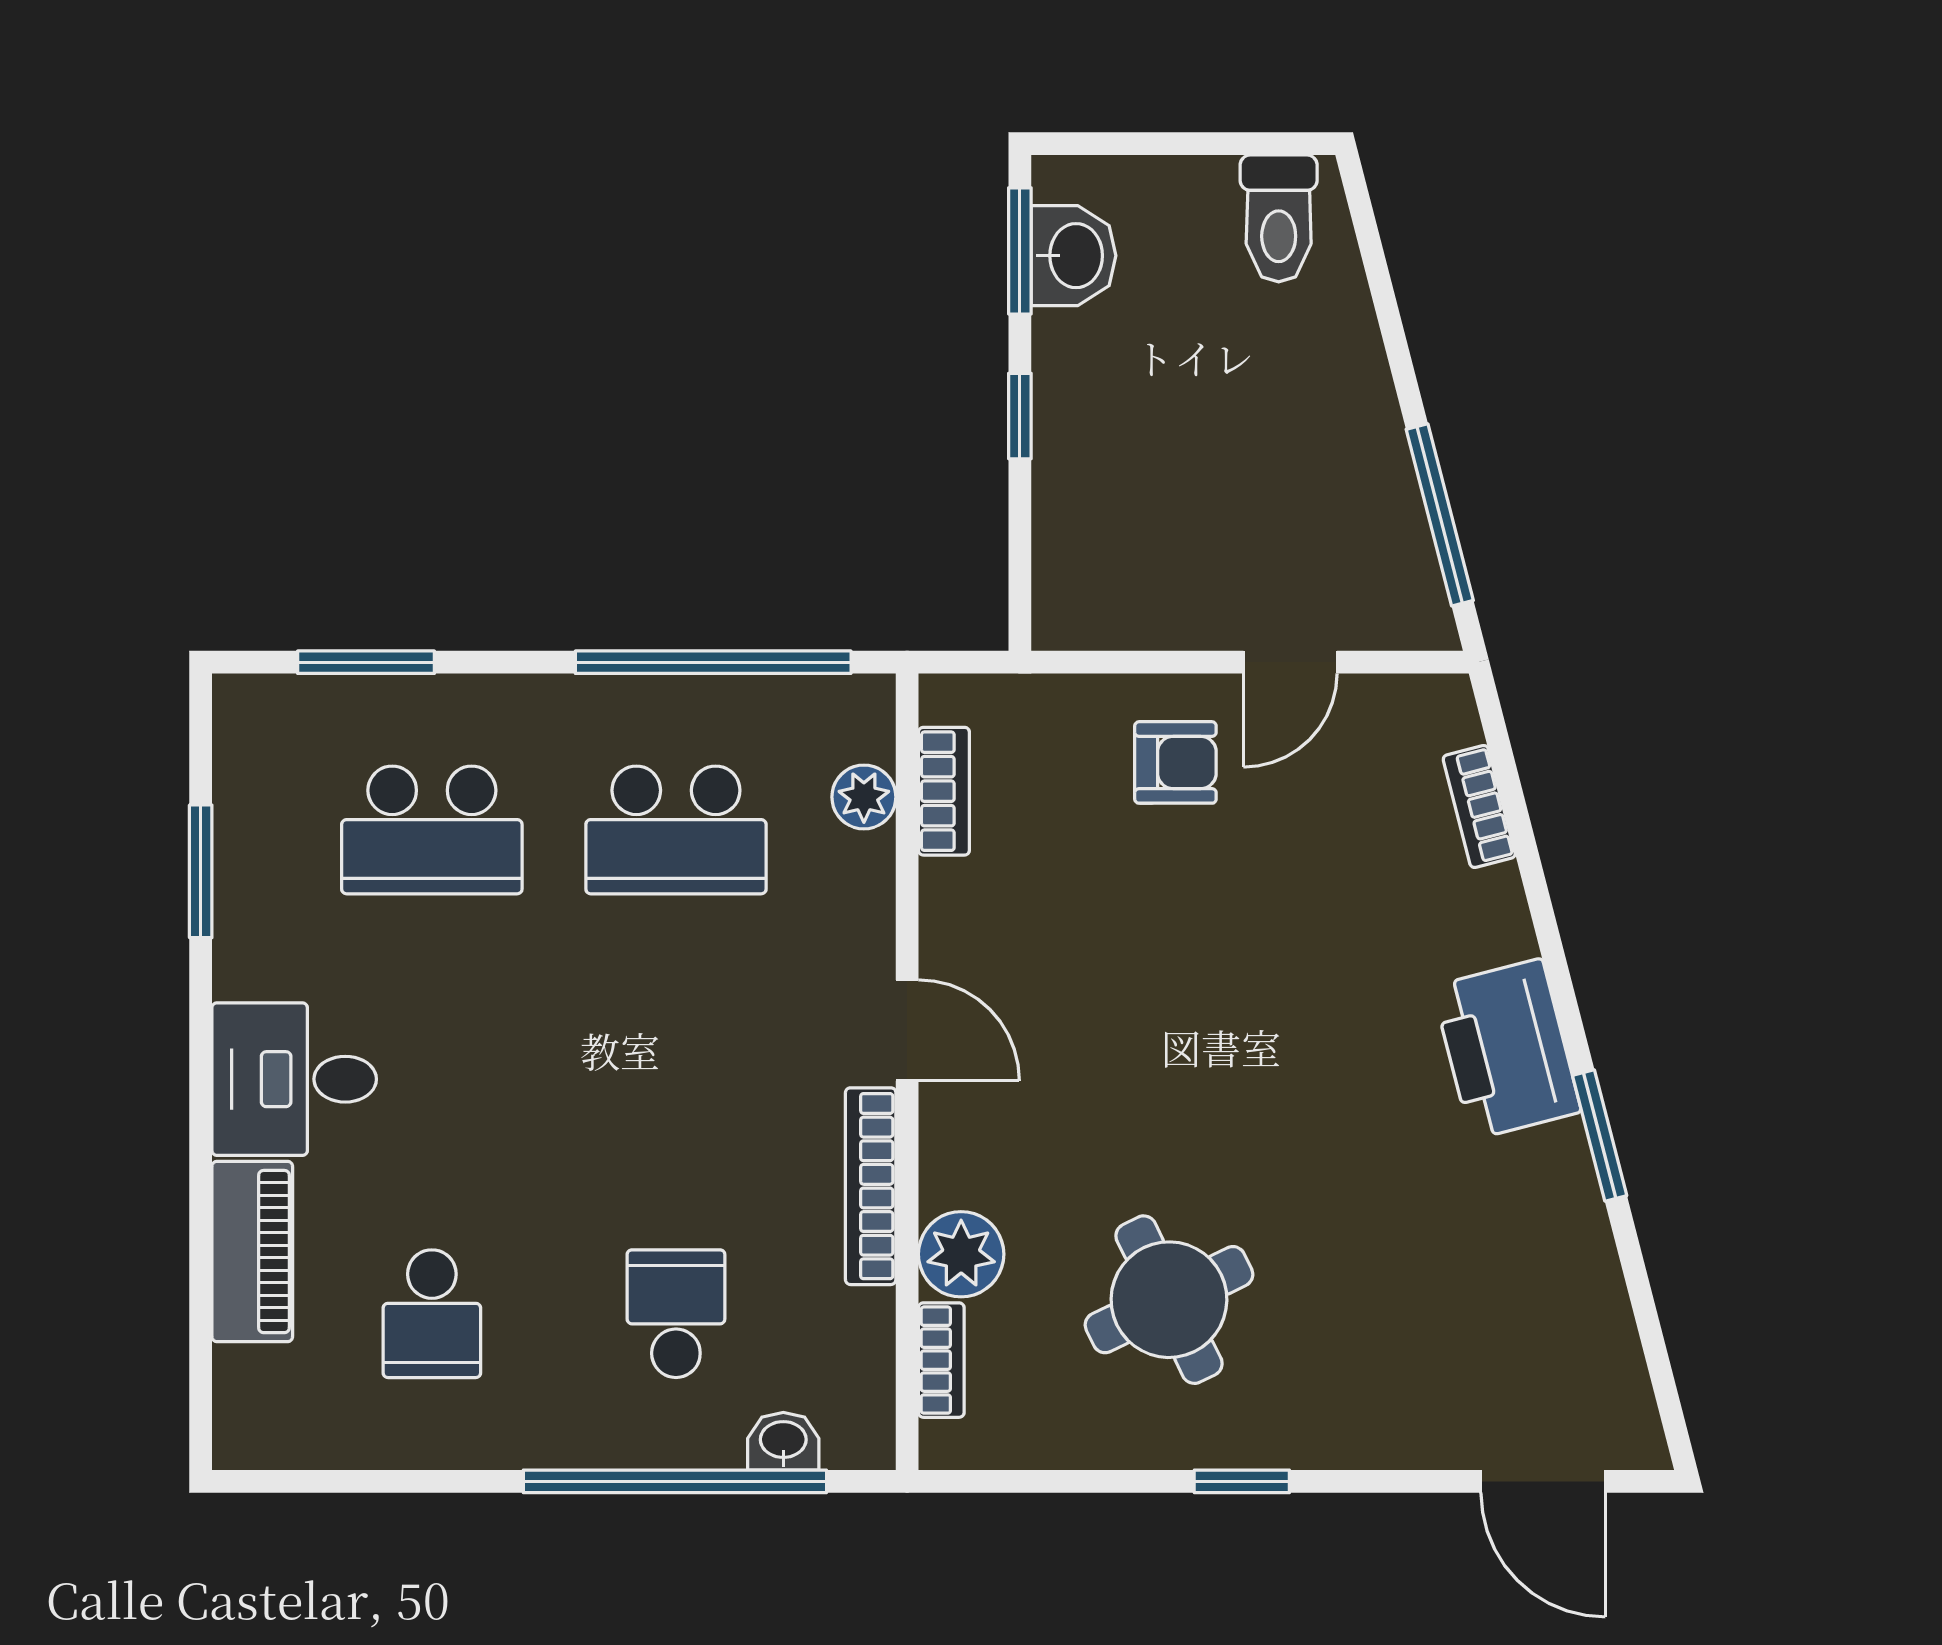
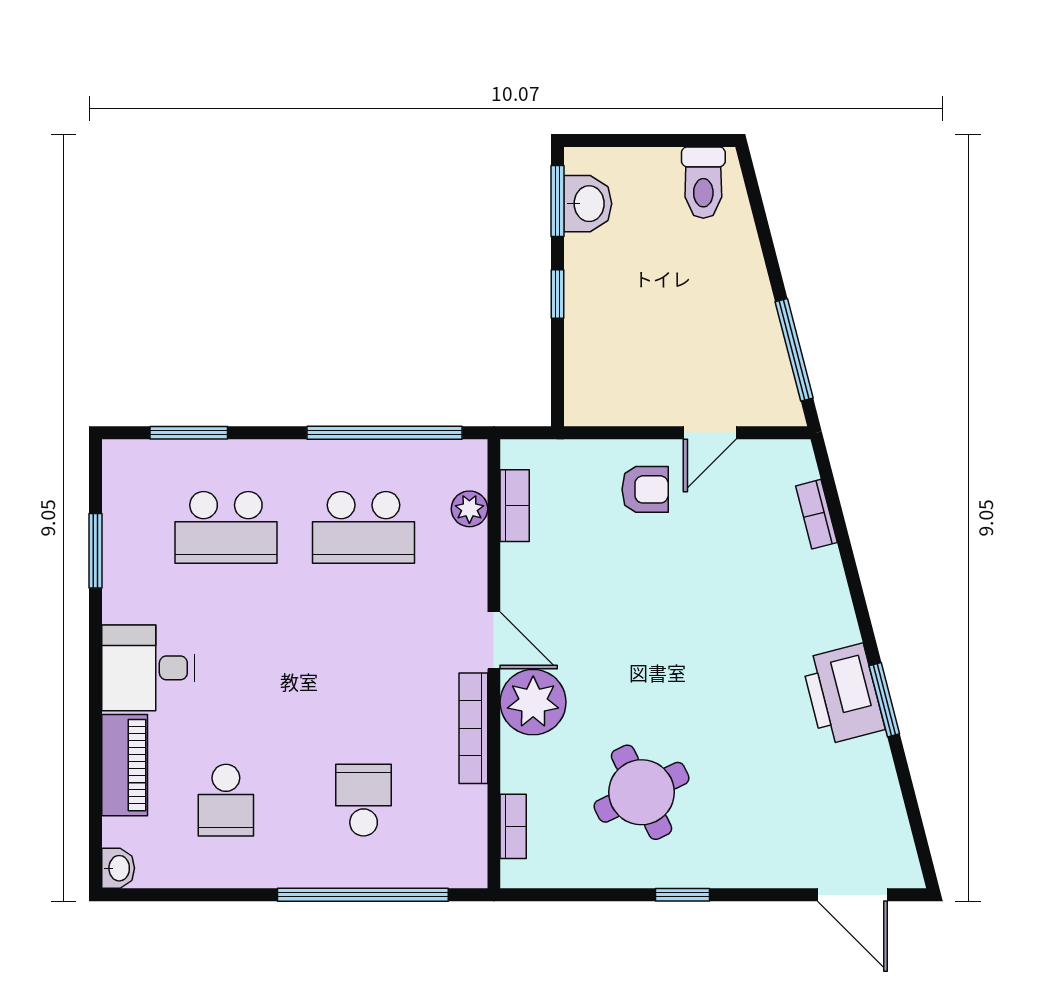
printer: (1507, 1049) -> (843, 694), moved
plant: (961, 1254) -> (533, 702), moved, width x1.36, depth x1.36
washbasin: (783, 1441) -> (118, 868), moved, turned 90

